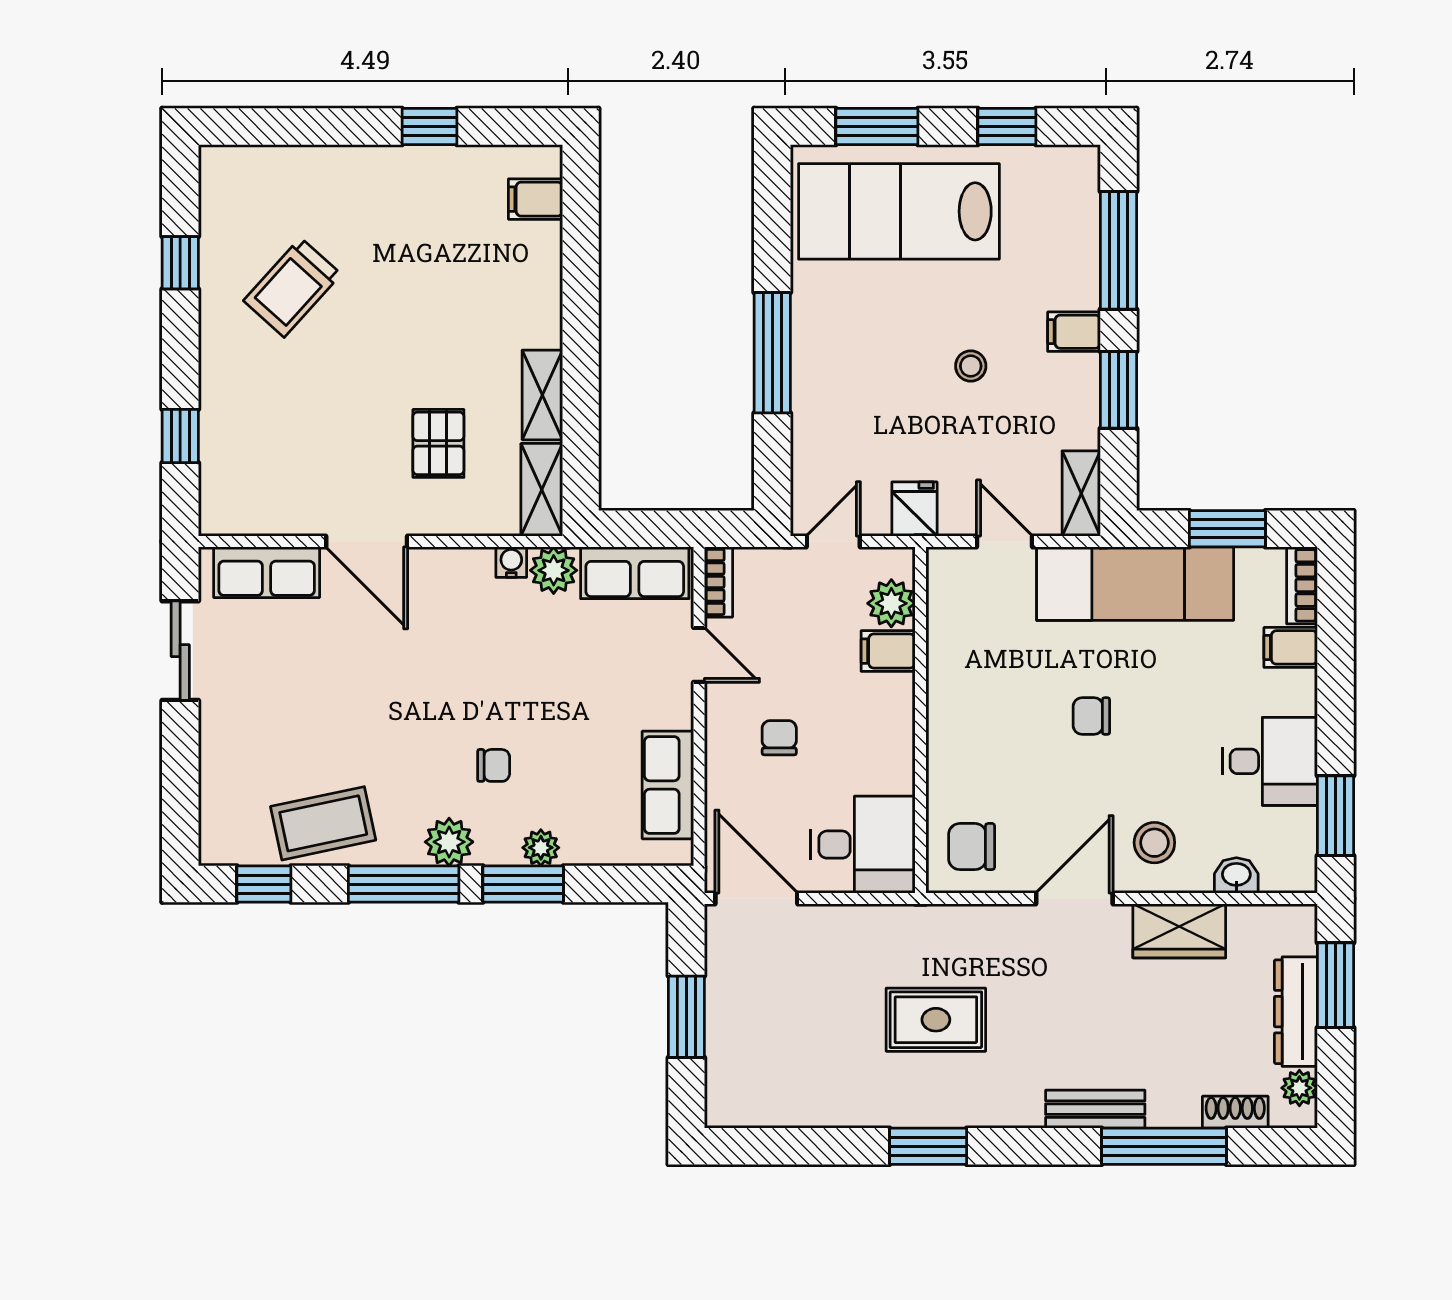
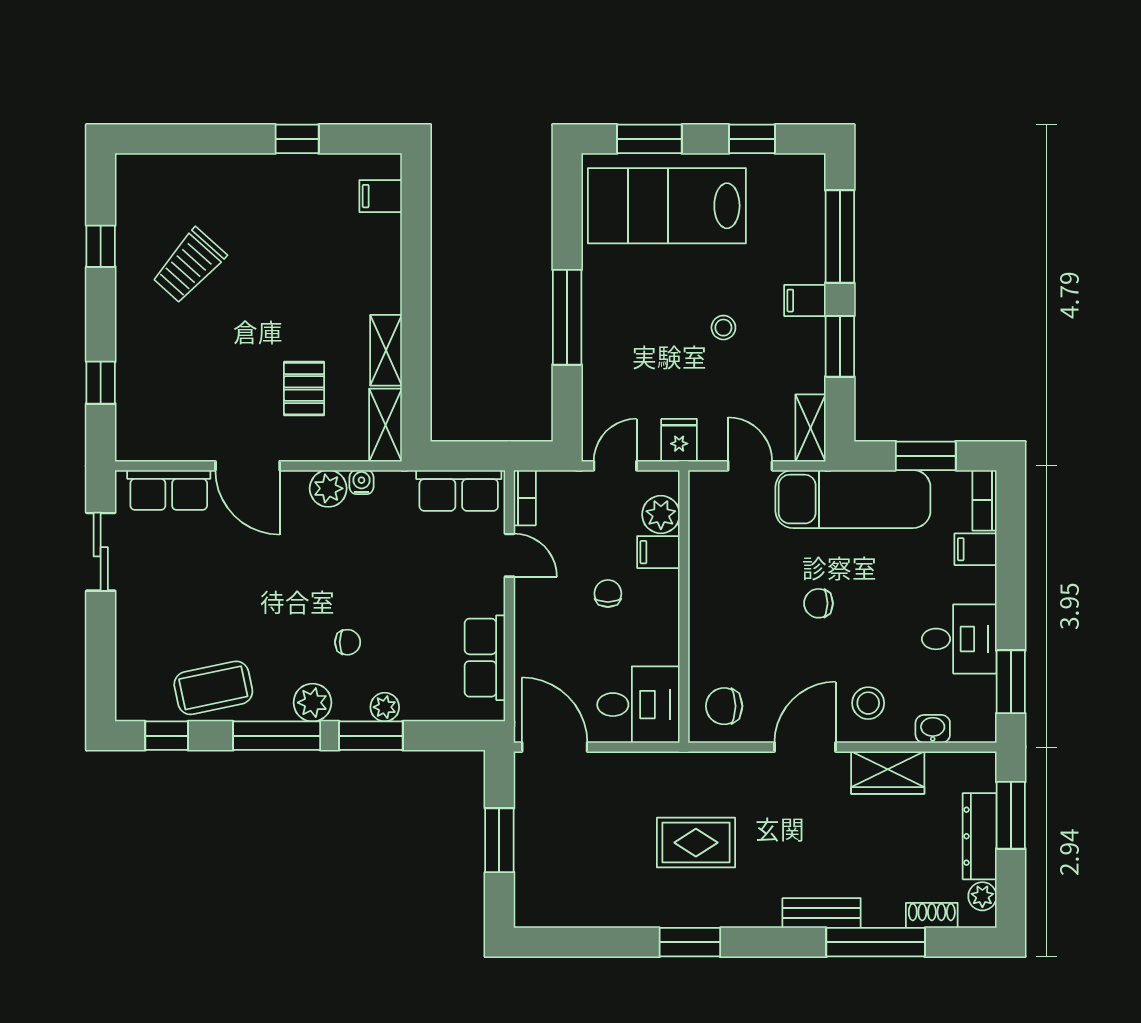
plant: (554, 570) -> (328, 488), moved
chair: (779, 738) -> (608, 593), moved

